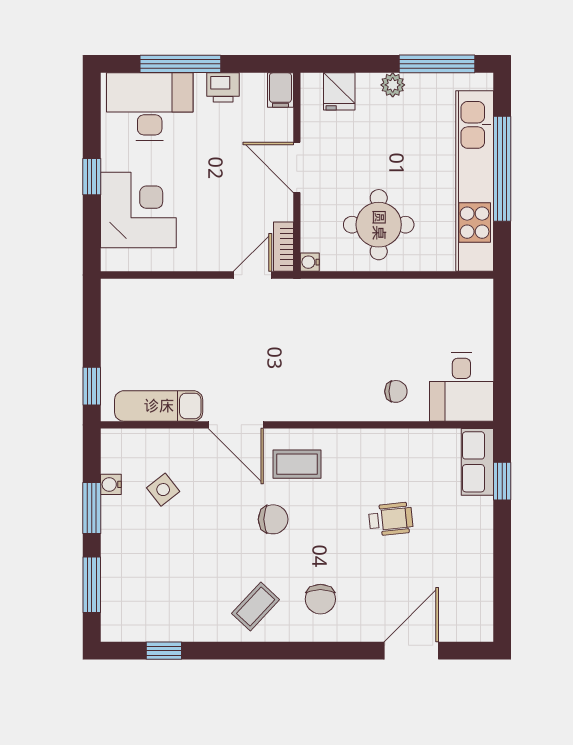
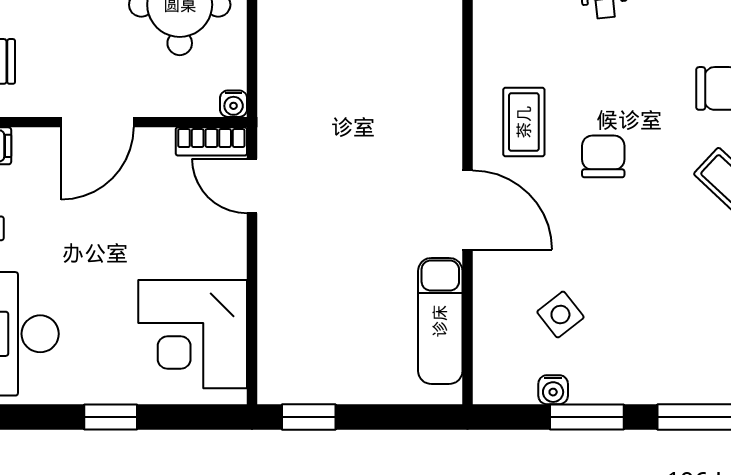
corner desk: (138, 210) -> (193, 334), moved, turned -90
window: (92, 386) -> (309, 417), moved
door: (236, 425) -> (467, 210), hinge flipped

